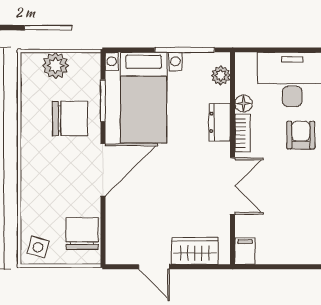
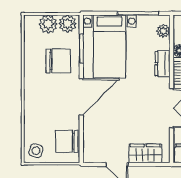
plant: (83, 65) -> (68, 24), added
chair: (82, 234) -> (67, 141), turned -90

